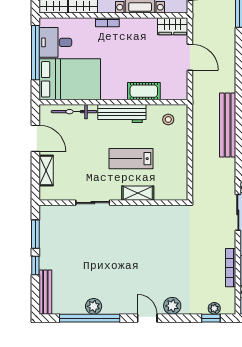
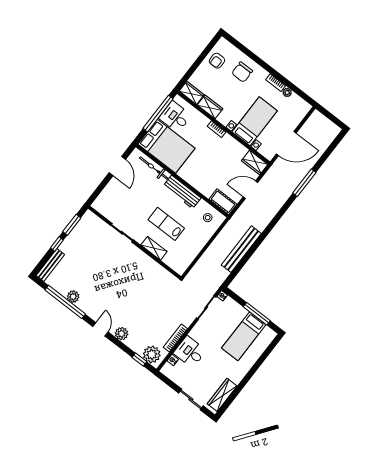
door: (190, 57) -> (250, 190), swing flipped
cot: (144, 91) -> (223, 202), moved
shelving: (46, 171) -> (109, 191), removed
plant: (214, 308) -> (152, 354), width x1.87, depth x1.87

